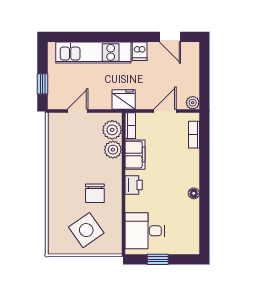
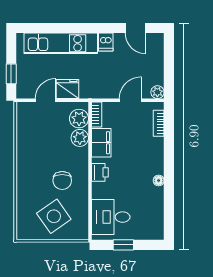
fridge: (124, 99) -> (68, 89), moved

